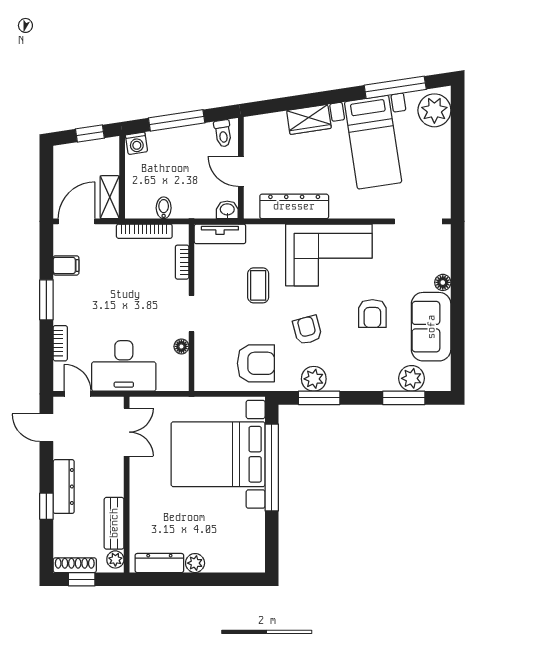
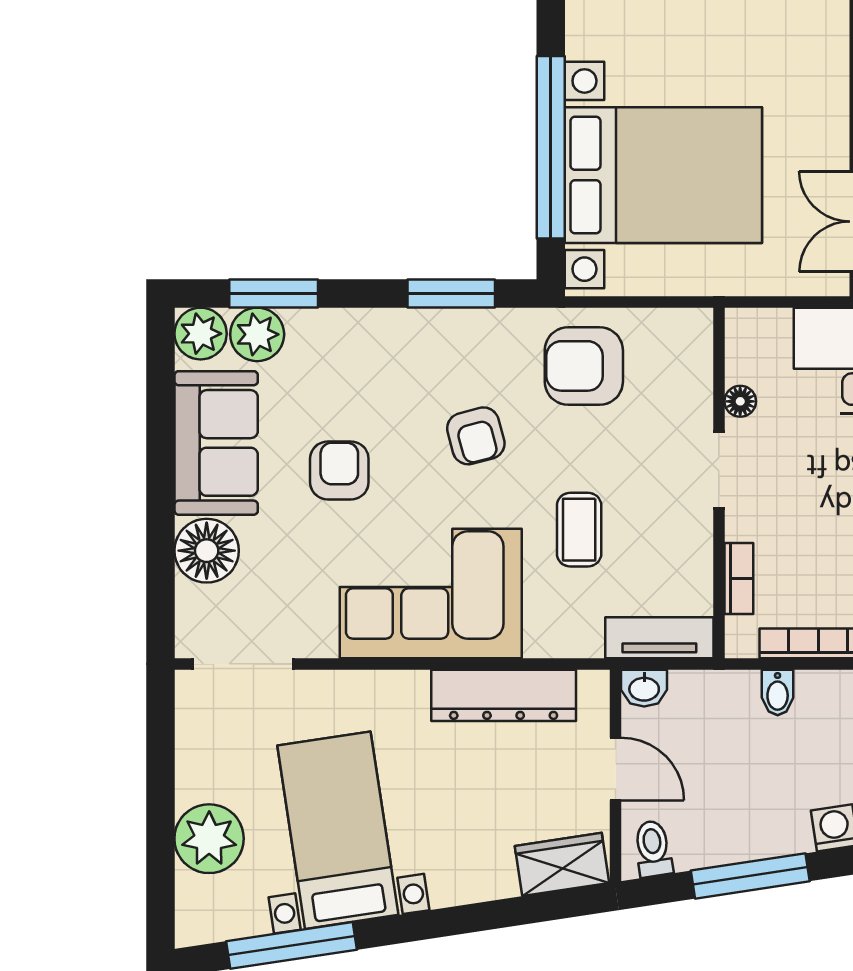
plant: (434, 110) -> (209, 839), moved
wardrobe: (309, 119) -> (562, 864), moved
floor lamp: (443, 282) -> (207, 551), width x1.89, depth x1.89
plant: (314, 379) -> (201, 334), moved

